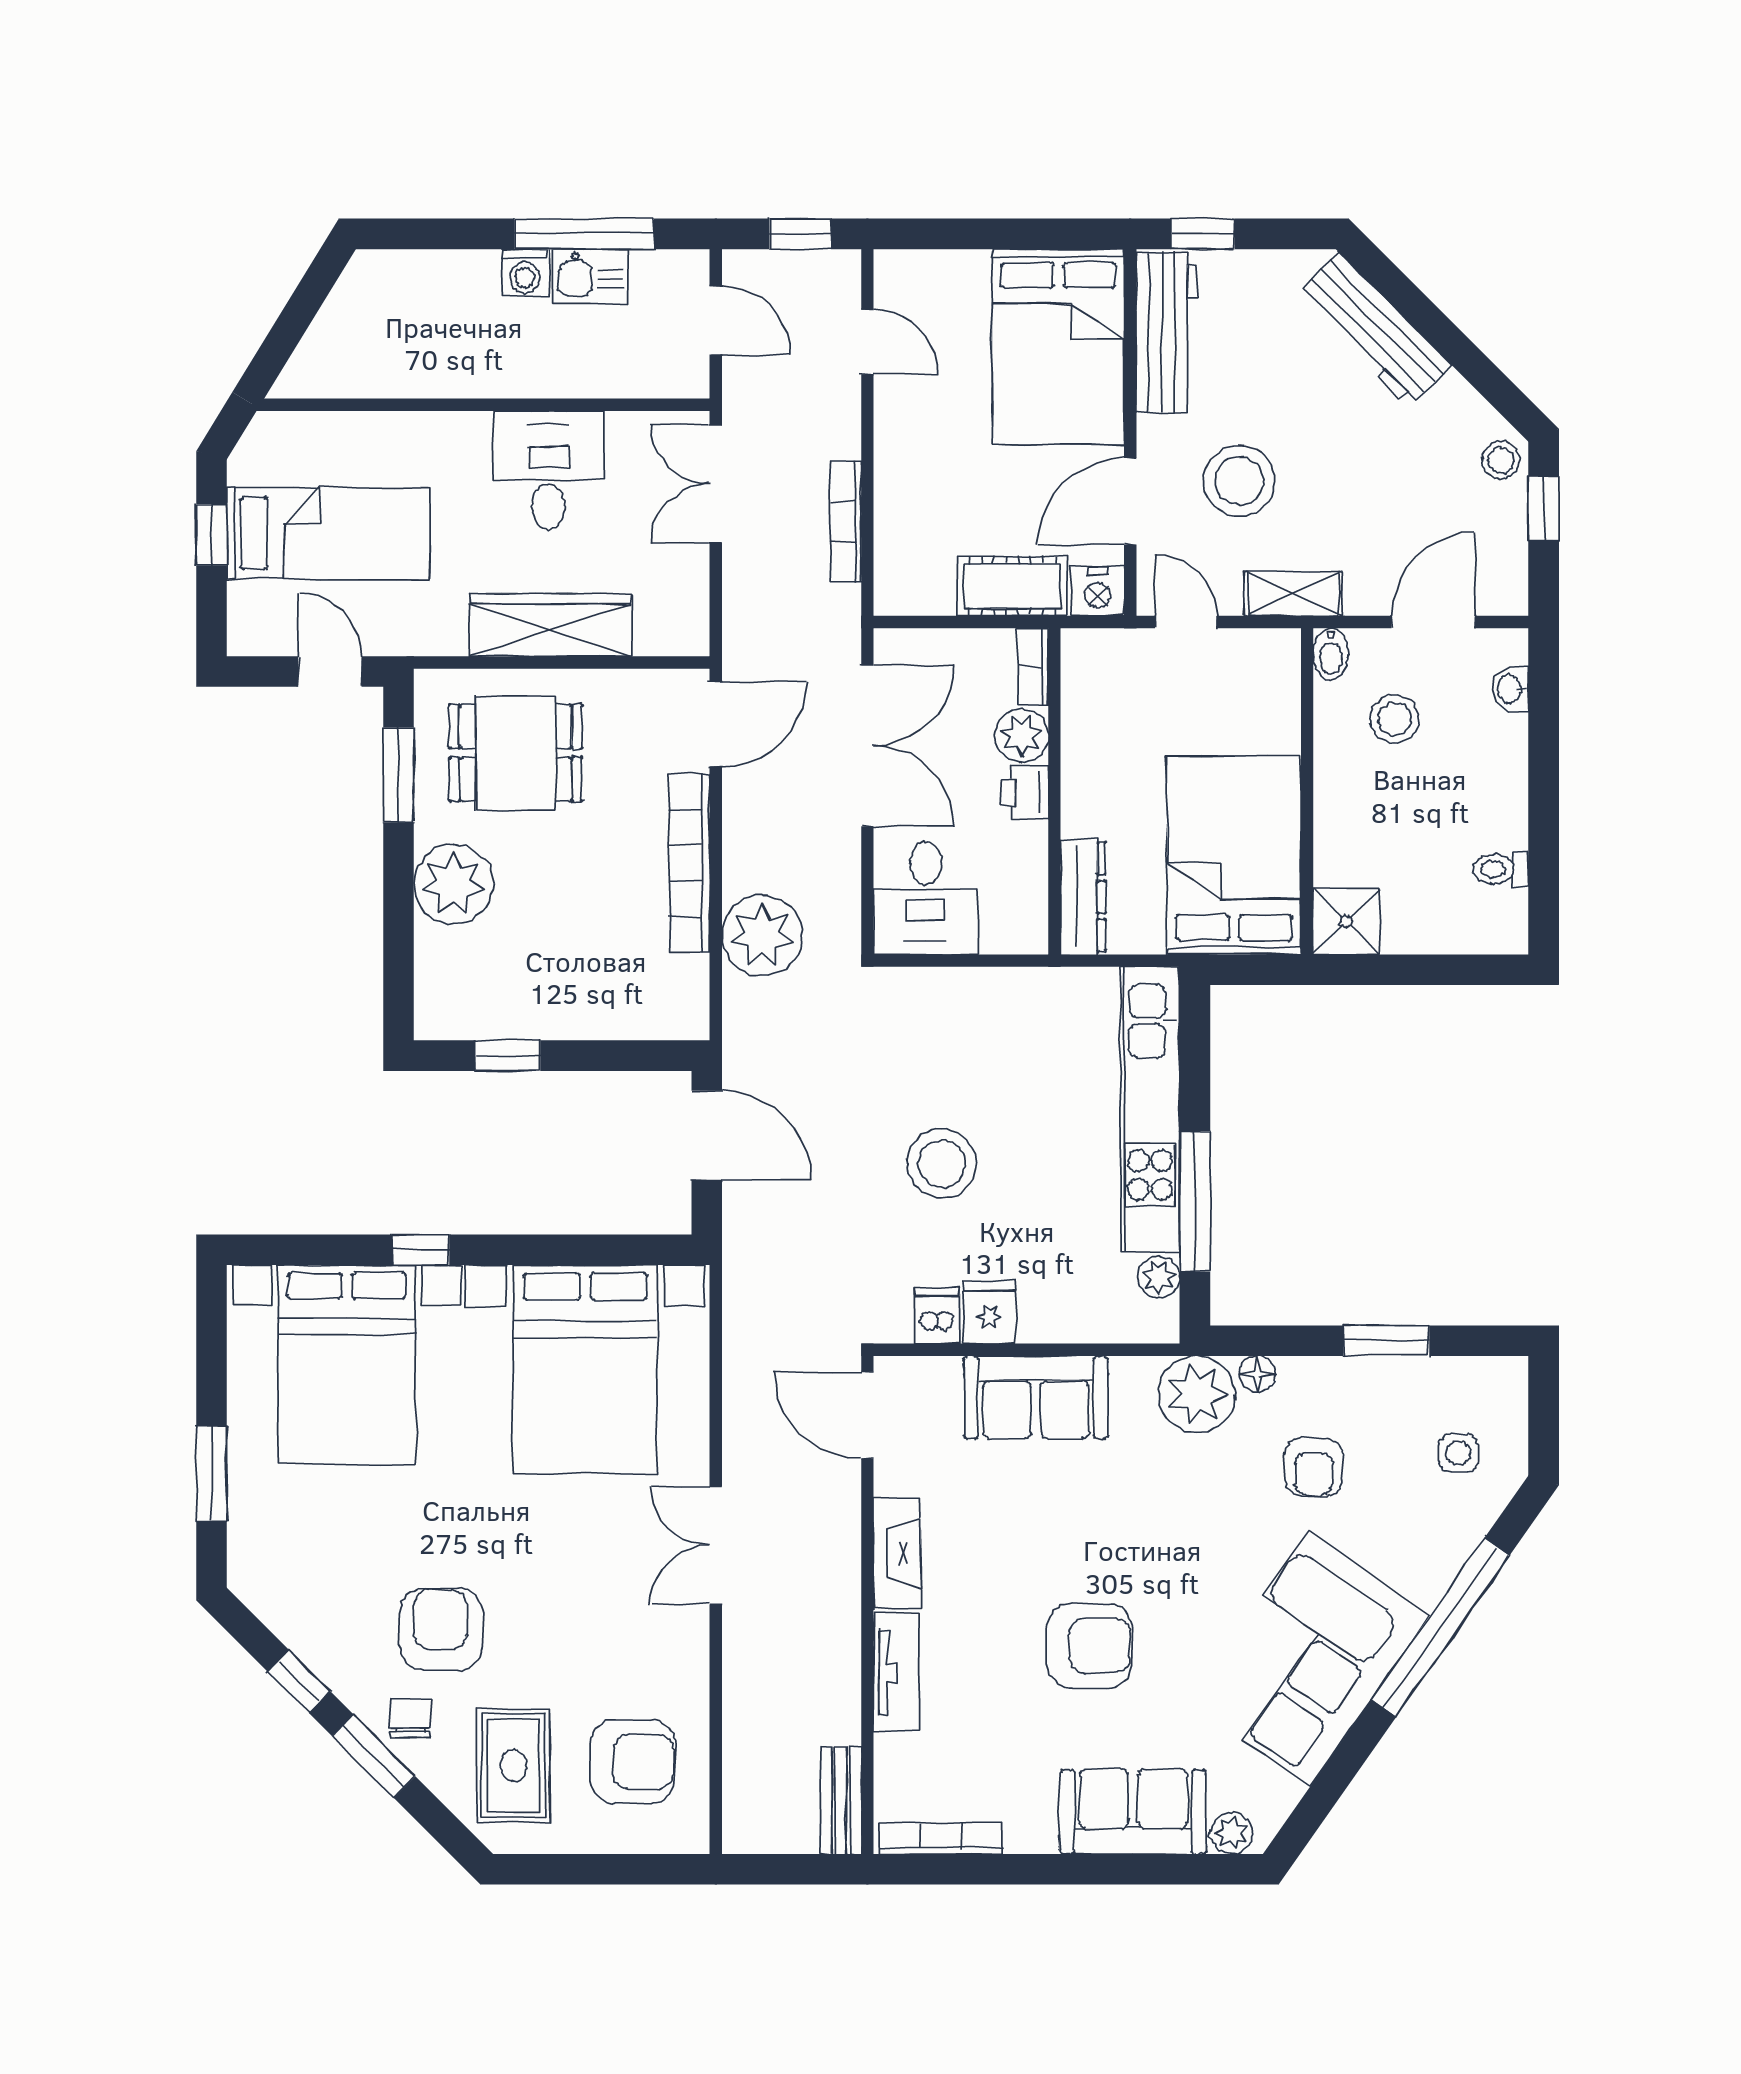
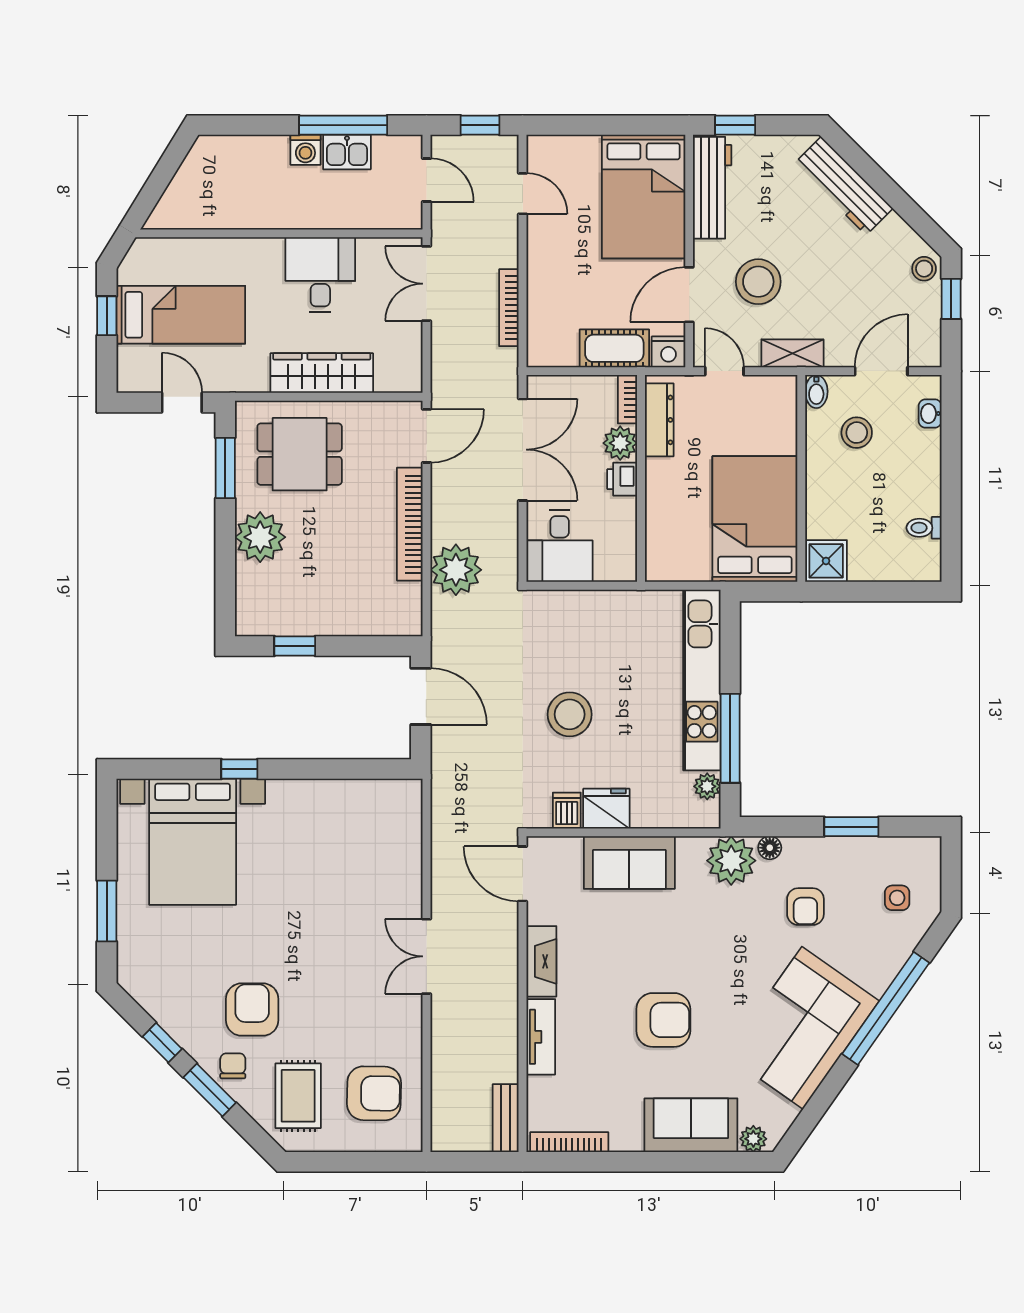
dresser: (1083, 897) -> (659, 420), moved
fridge: (990, 1312) -> (606, 809), width x1.38
bed with nightstands: (585, 1369) -> (344, 845), removed

